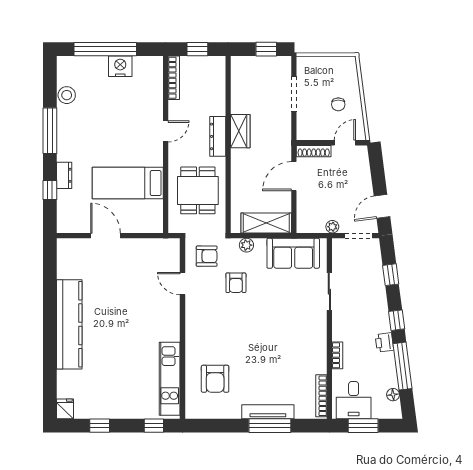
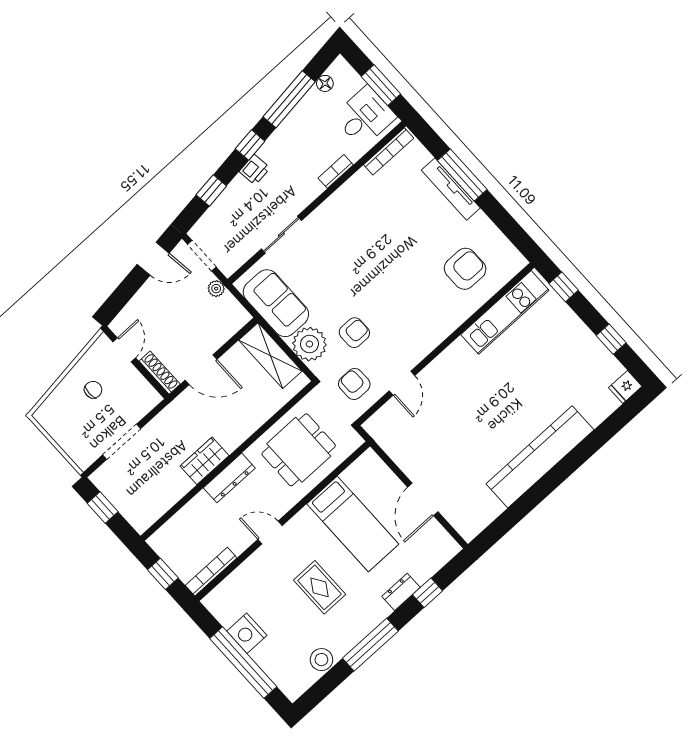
rug: (109, 131) -> (320, 587), added
door: (345, 143) -> (124, 350), swing flipped
plant: (246, 245) -> (309, 344), width x1.88, depth x1.88
printer: (384, 342) -> (255, 170), moved

